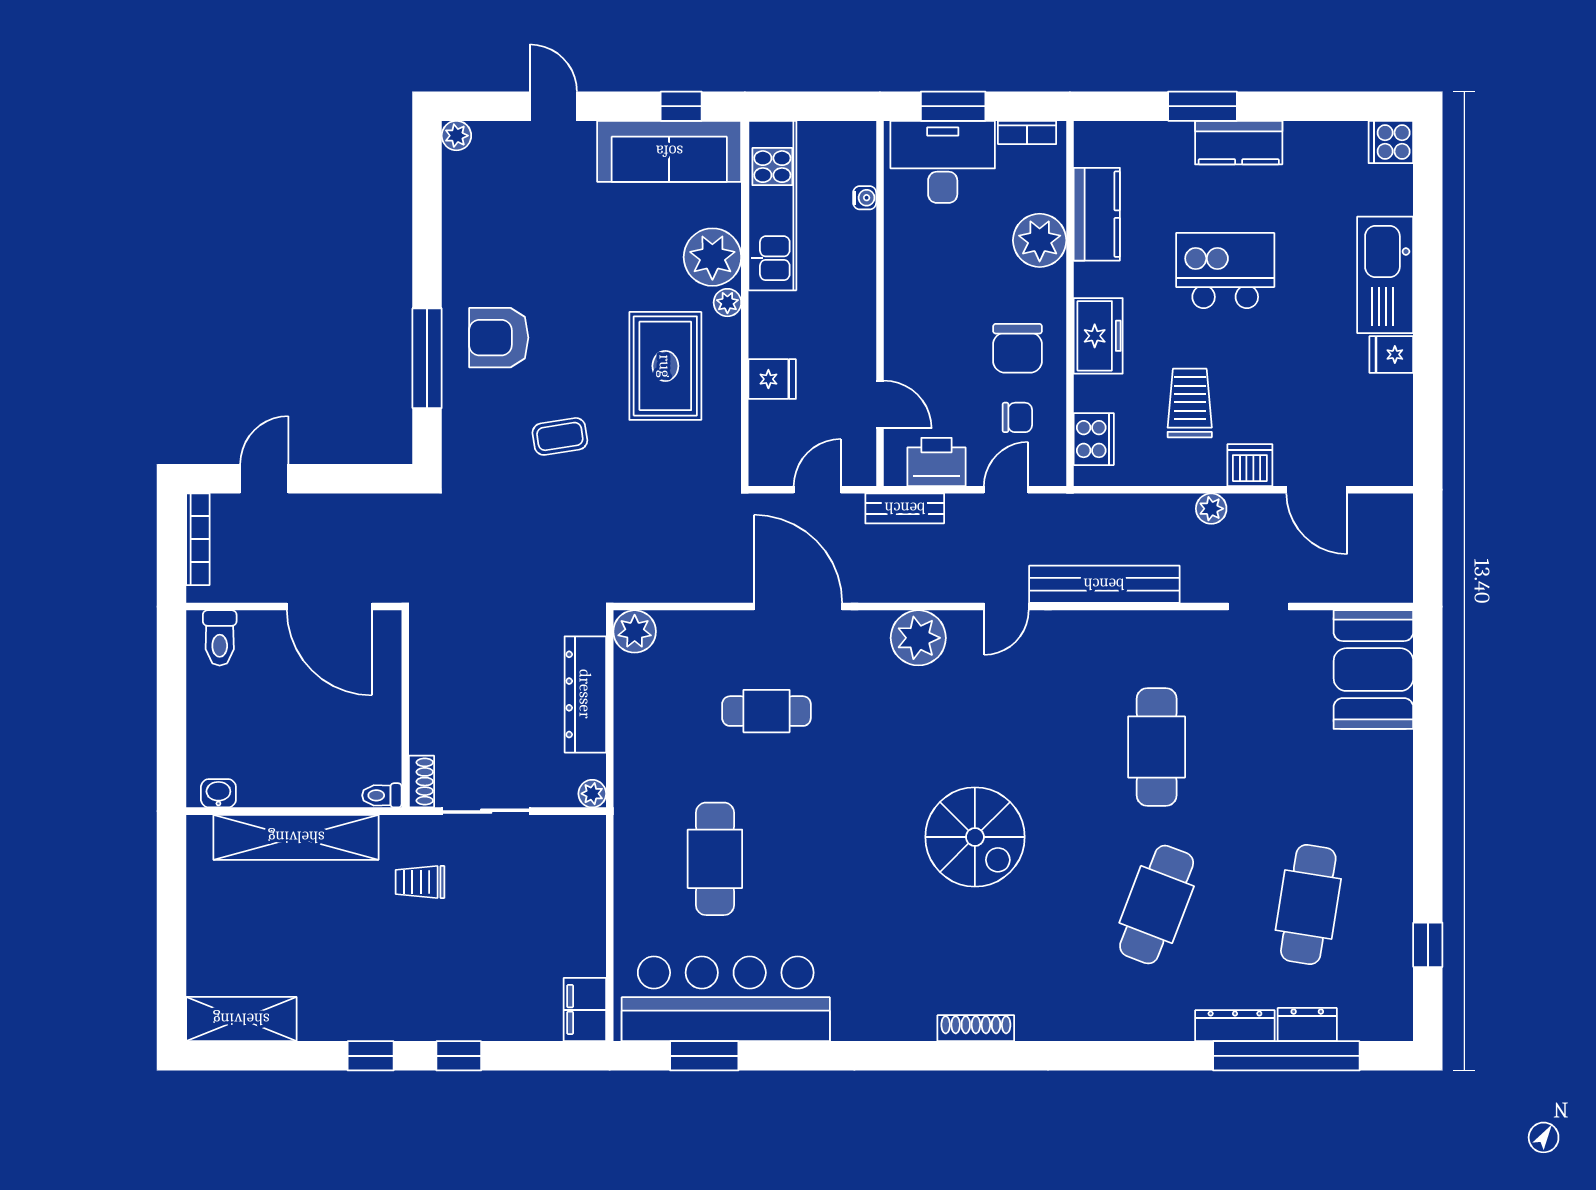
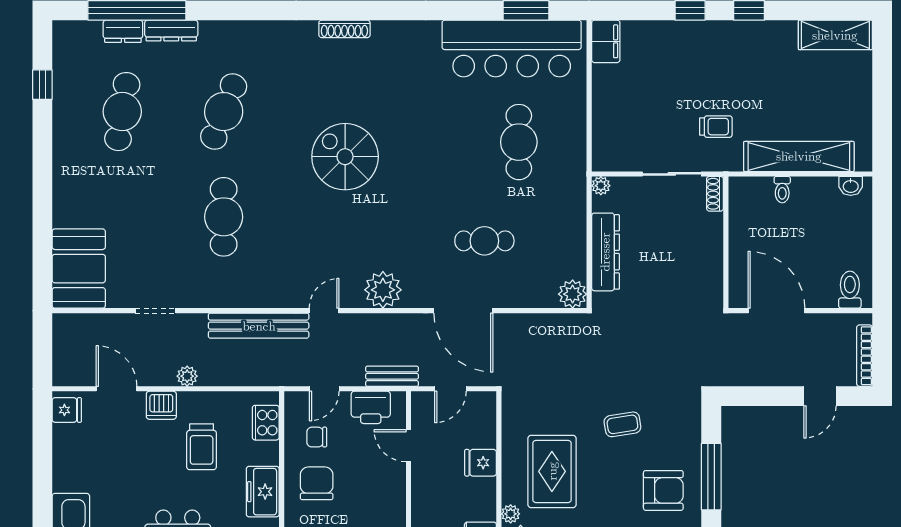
fridge: (1391, 354) -> (67, 410), moved
toilet: (382, 795) -> (782, 190), moved, turned 90

